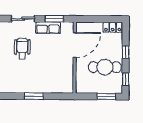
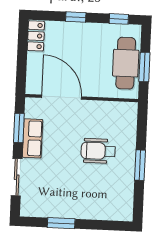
wheelchair: (22, 49) -> (98, 151), moved
cafe table: (105, 67) -> (126, 63), moved
window: (106, 96) -> (144, 67), moved

